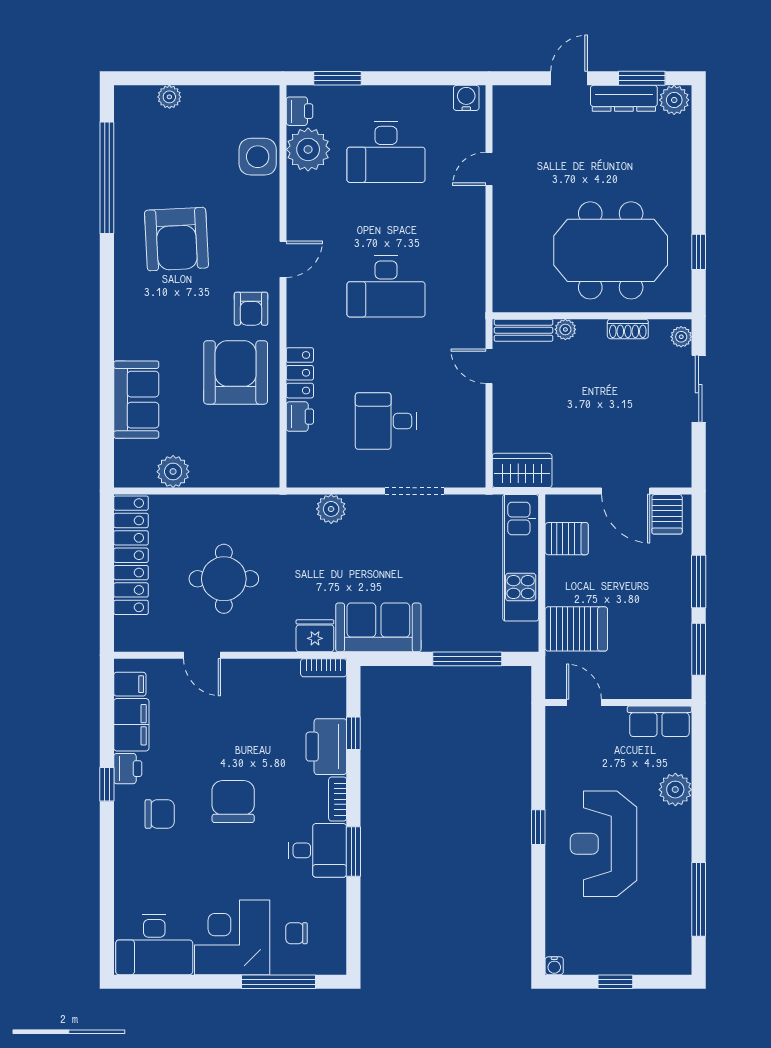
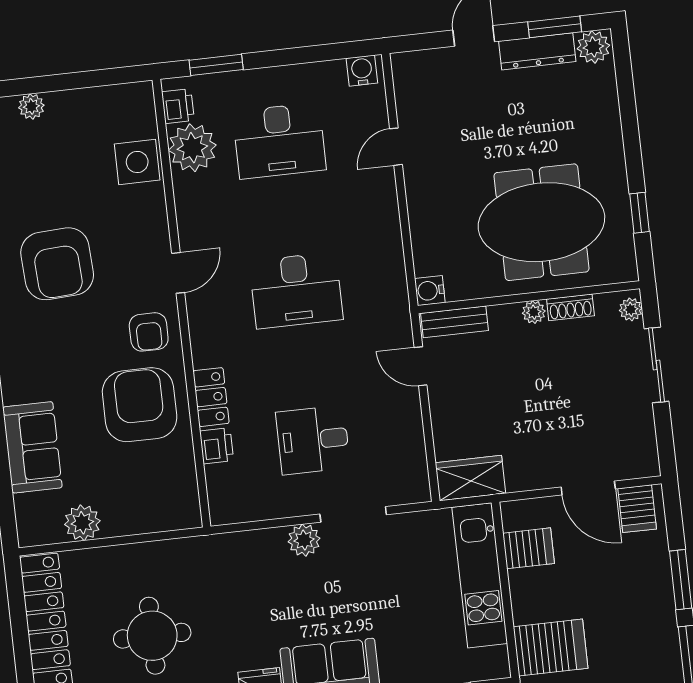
water cooler: (505, 300) -> (430, 291), added
plant: (565, 329) -> (534, 312), moved
plant: (331, 509) -> (304, 540), moved

